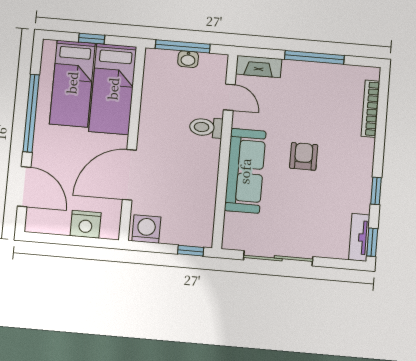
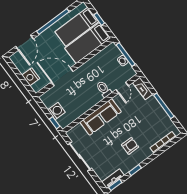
armchair: (304, 156) -> (130, 146), moved
washing machine: (146, 229) -> (56, 111), moved

